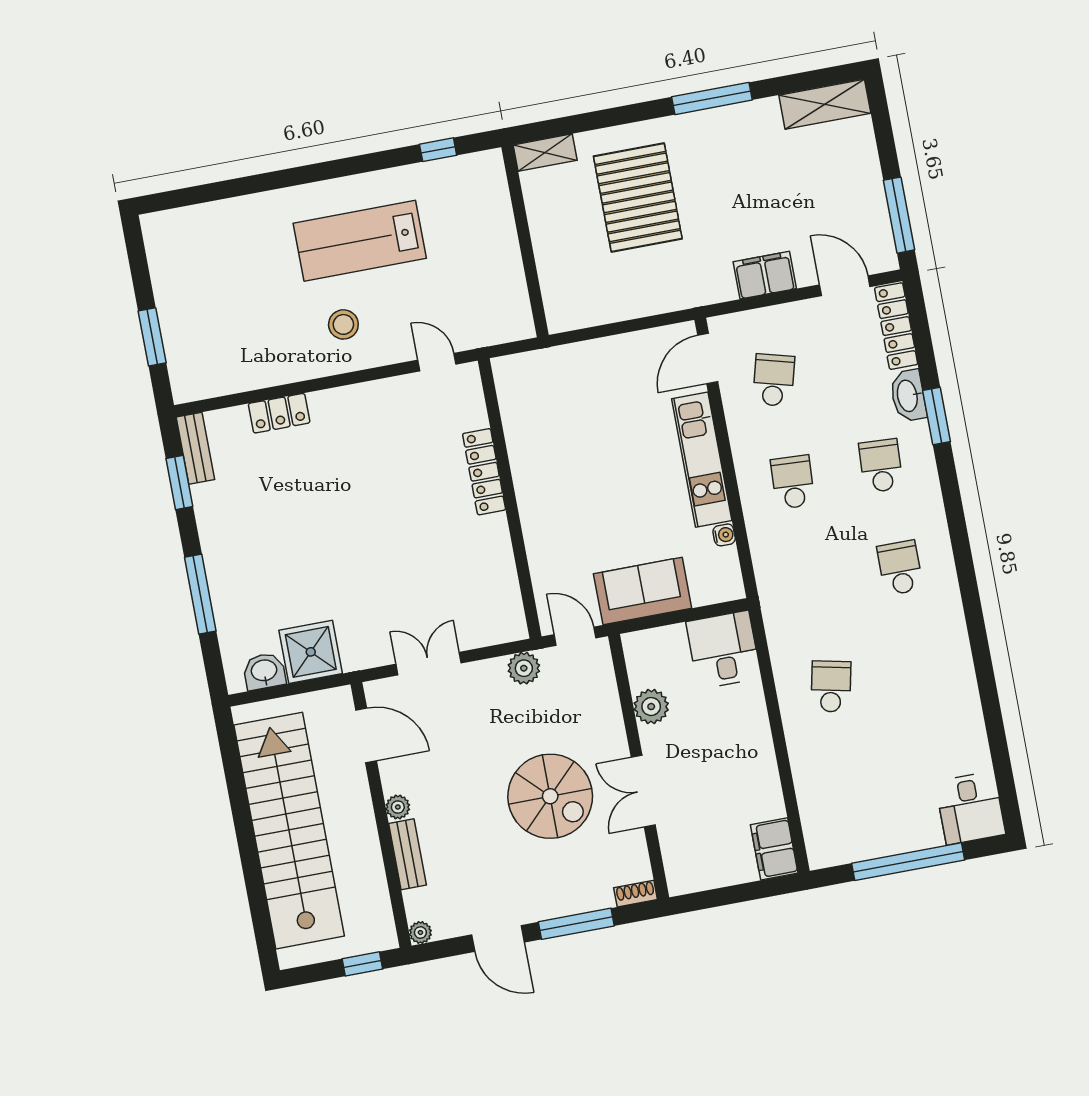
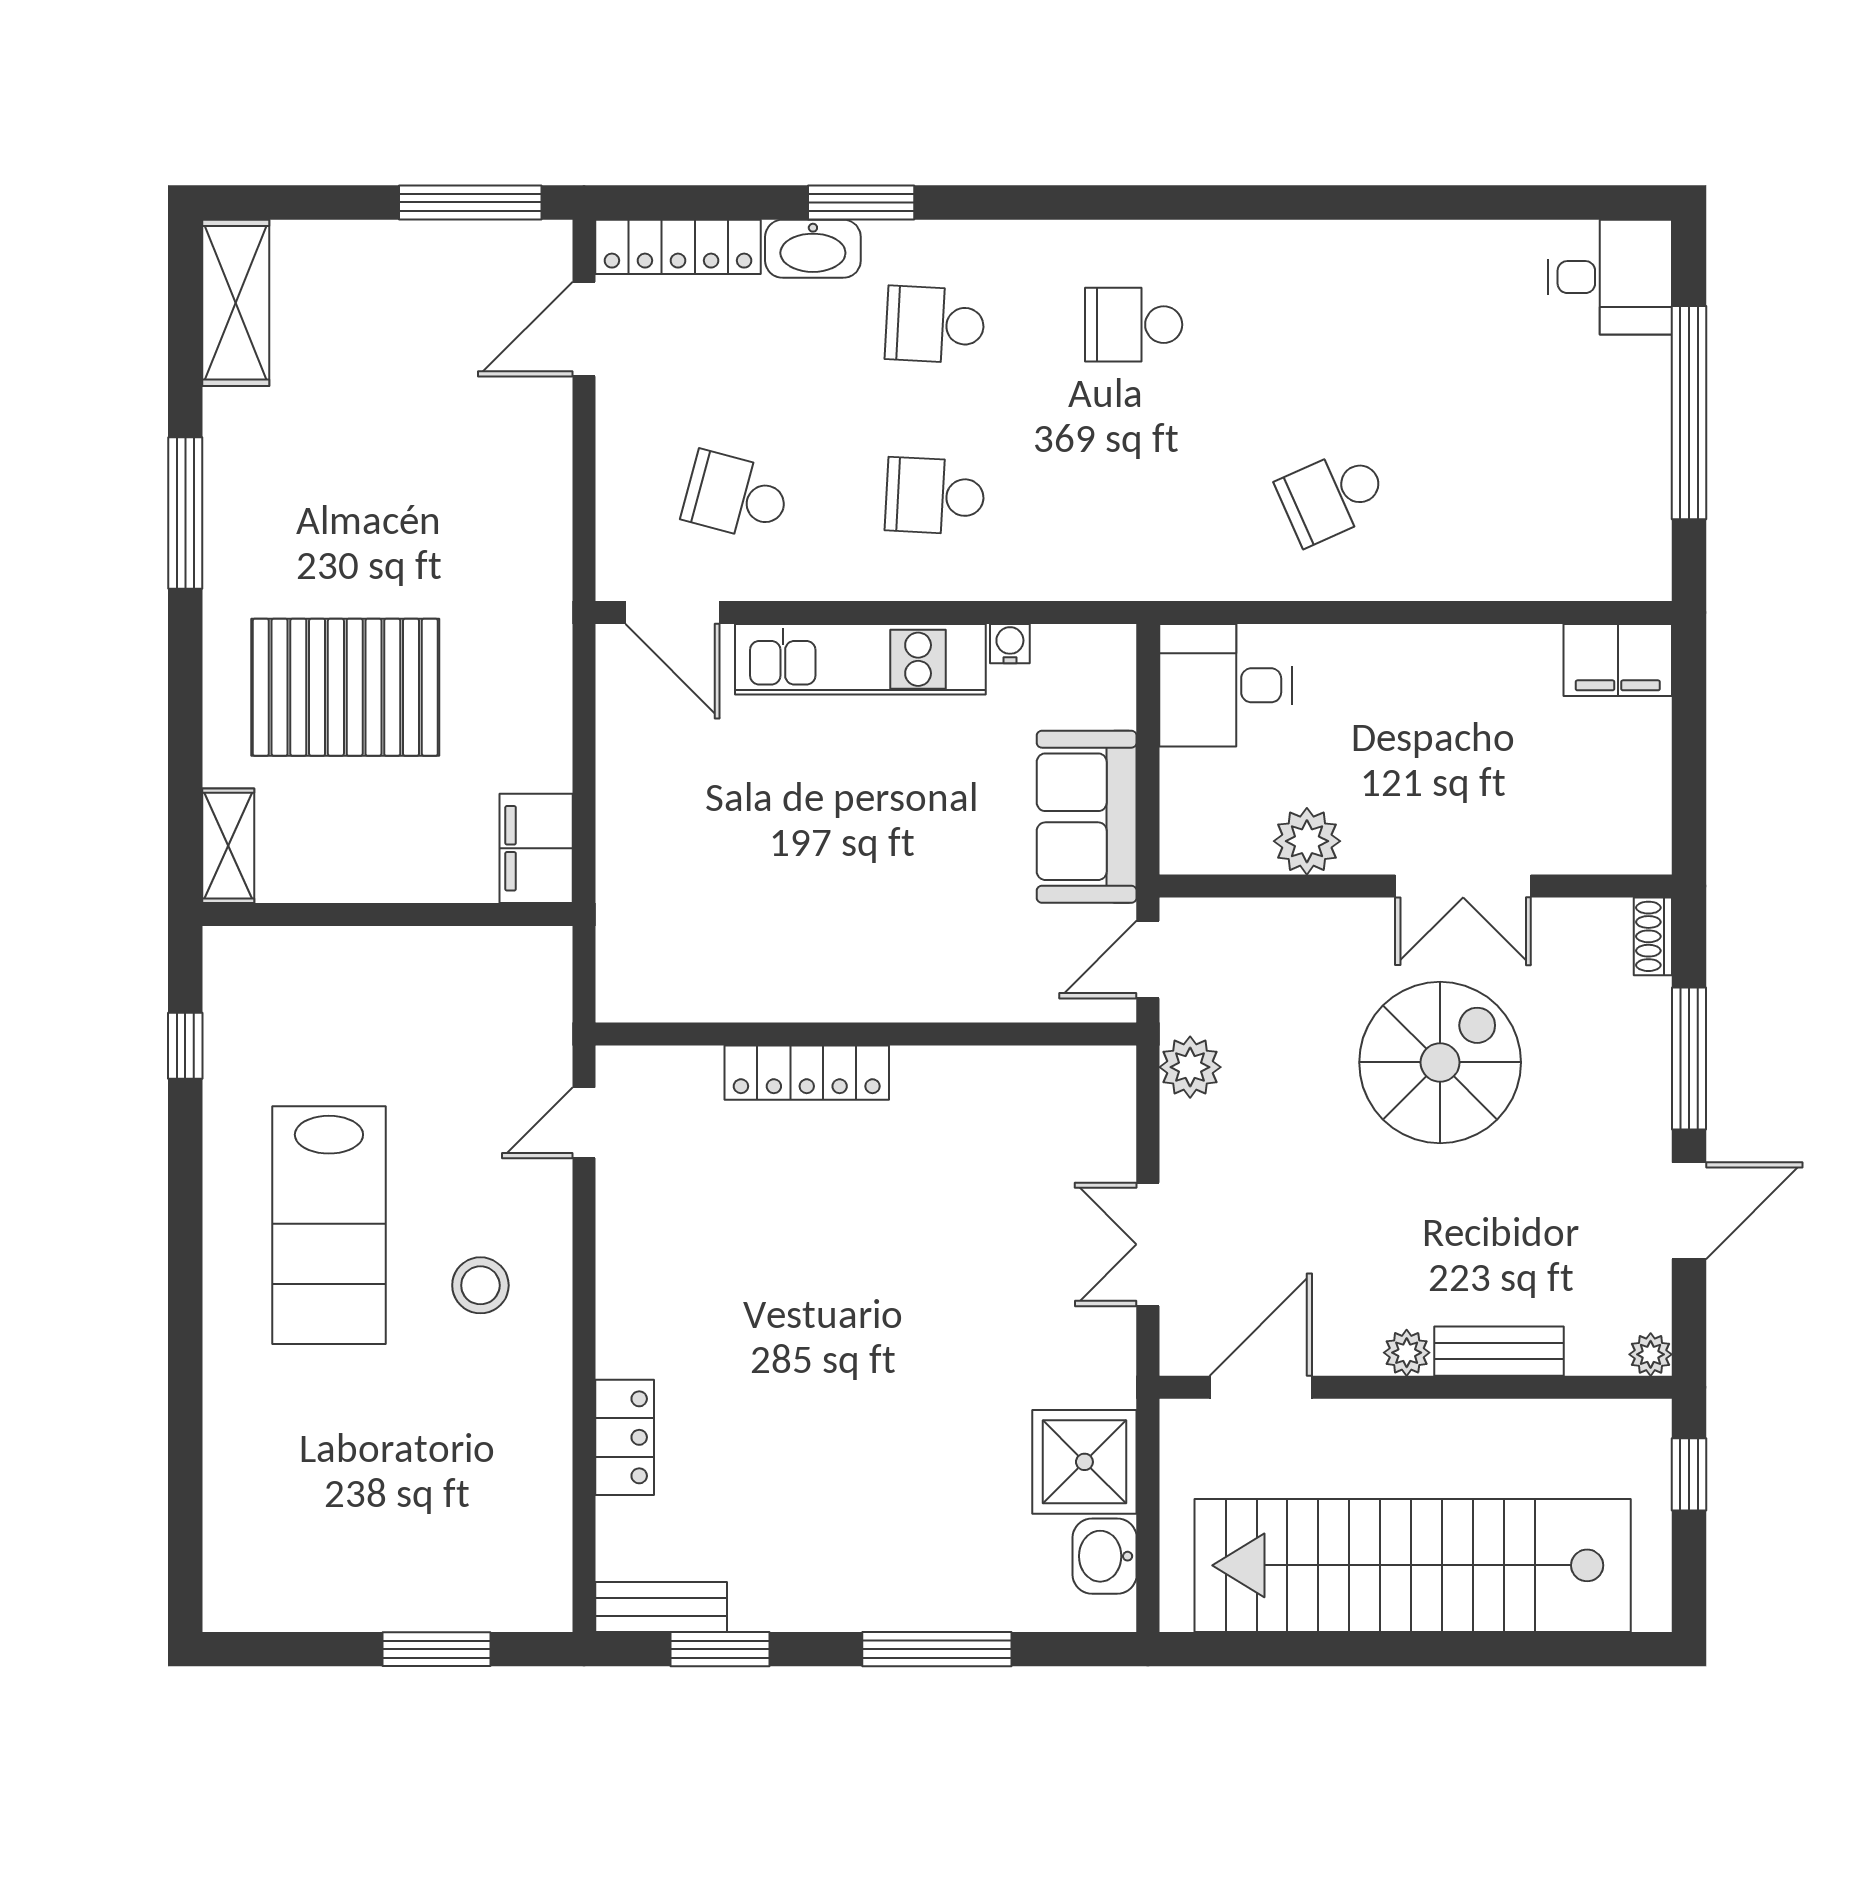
filing cabinet: (765, 275) -> (536, 848), moved
school desk: (831, 686) -> (1332, 496), turned -36

